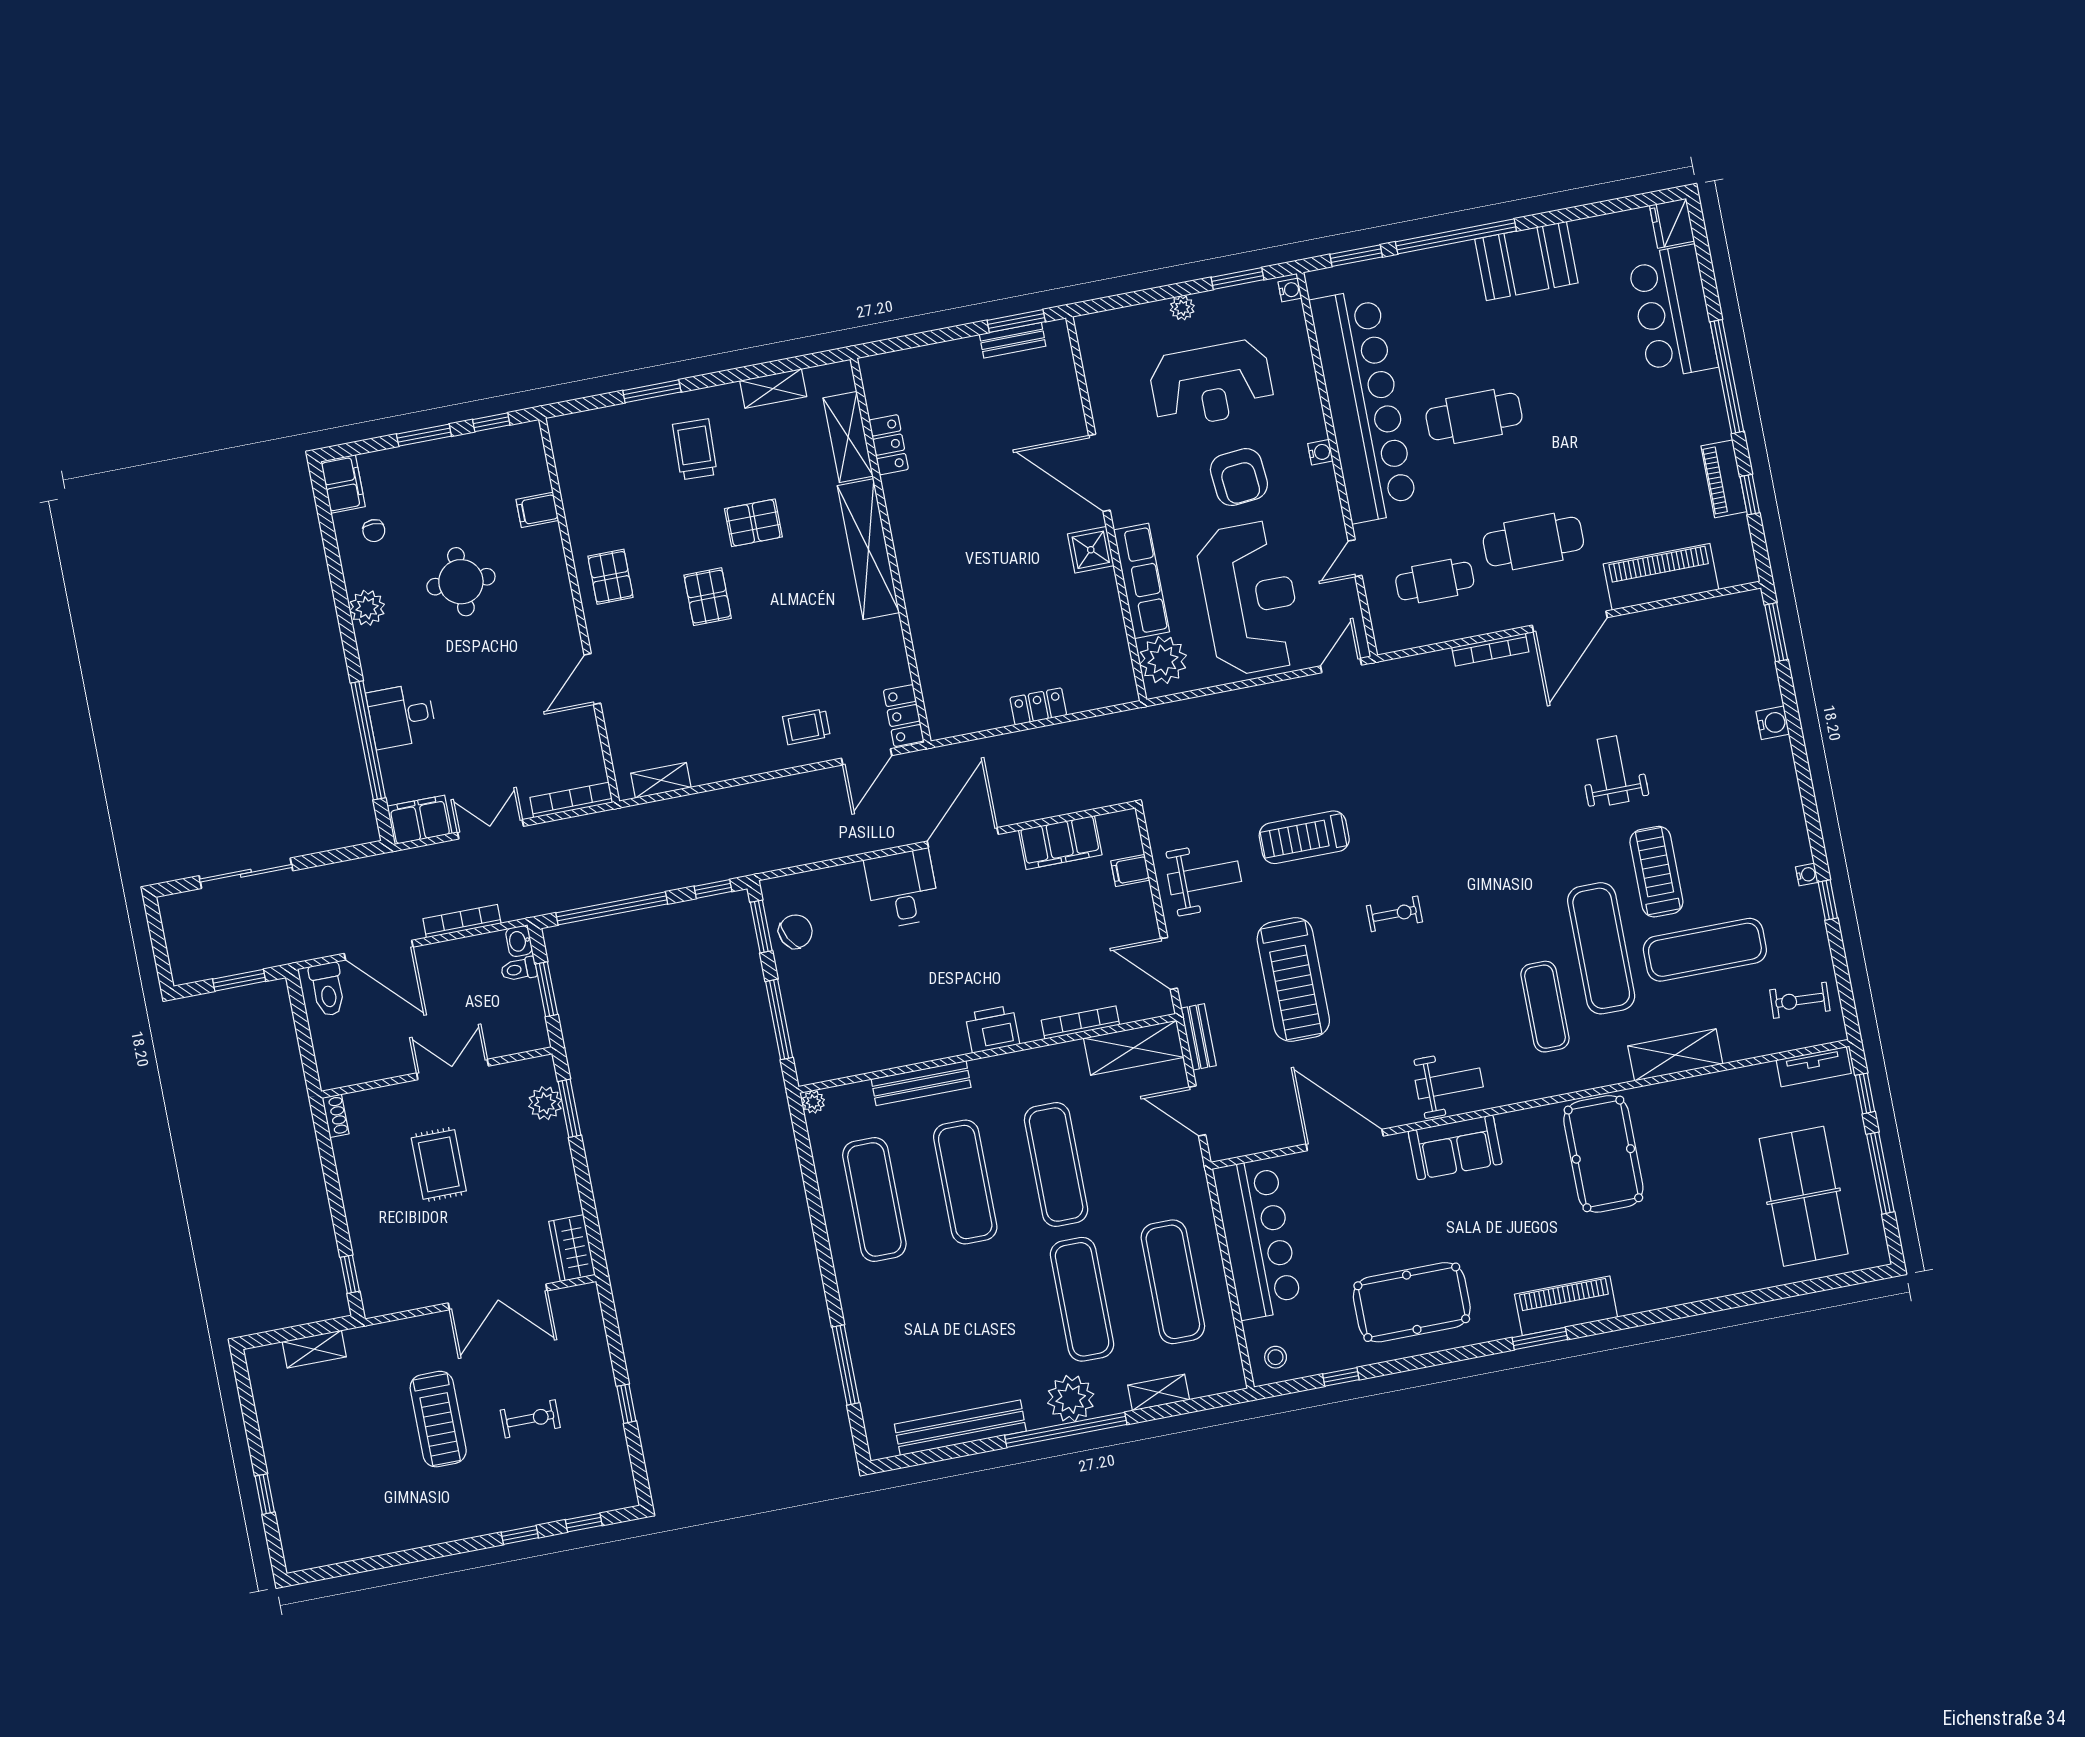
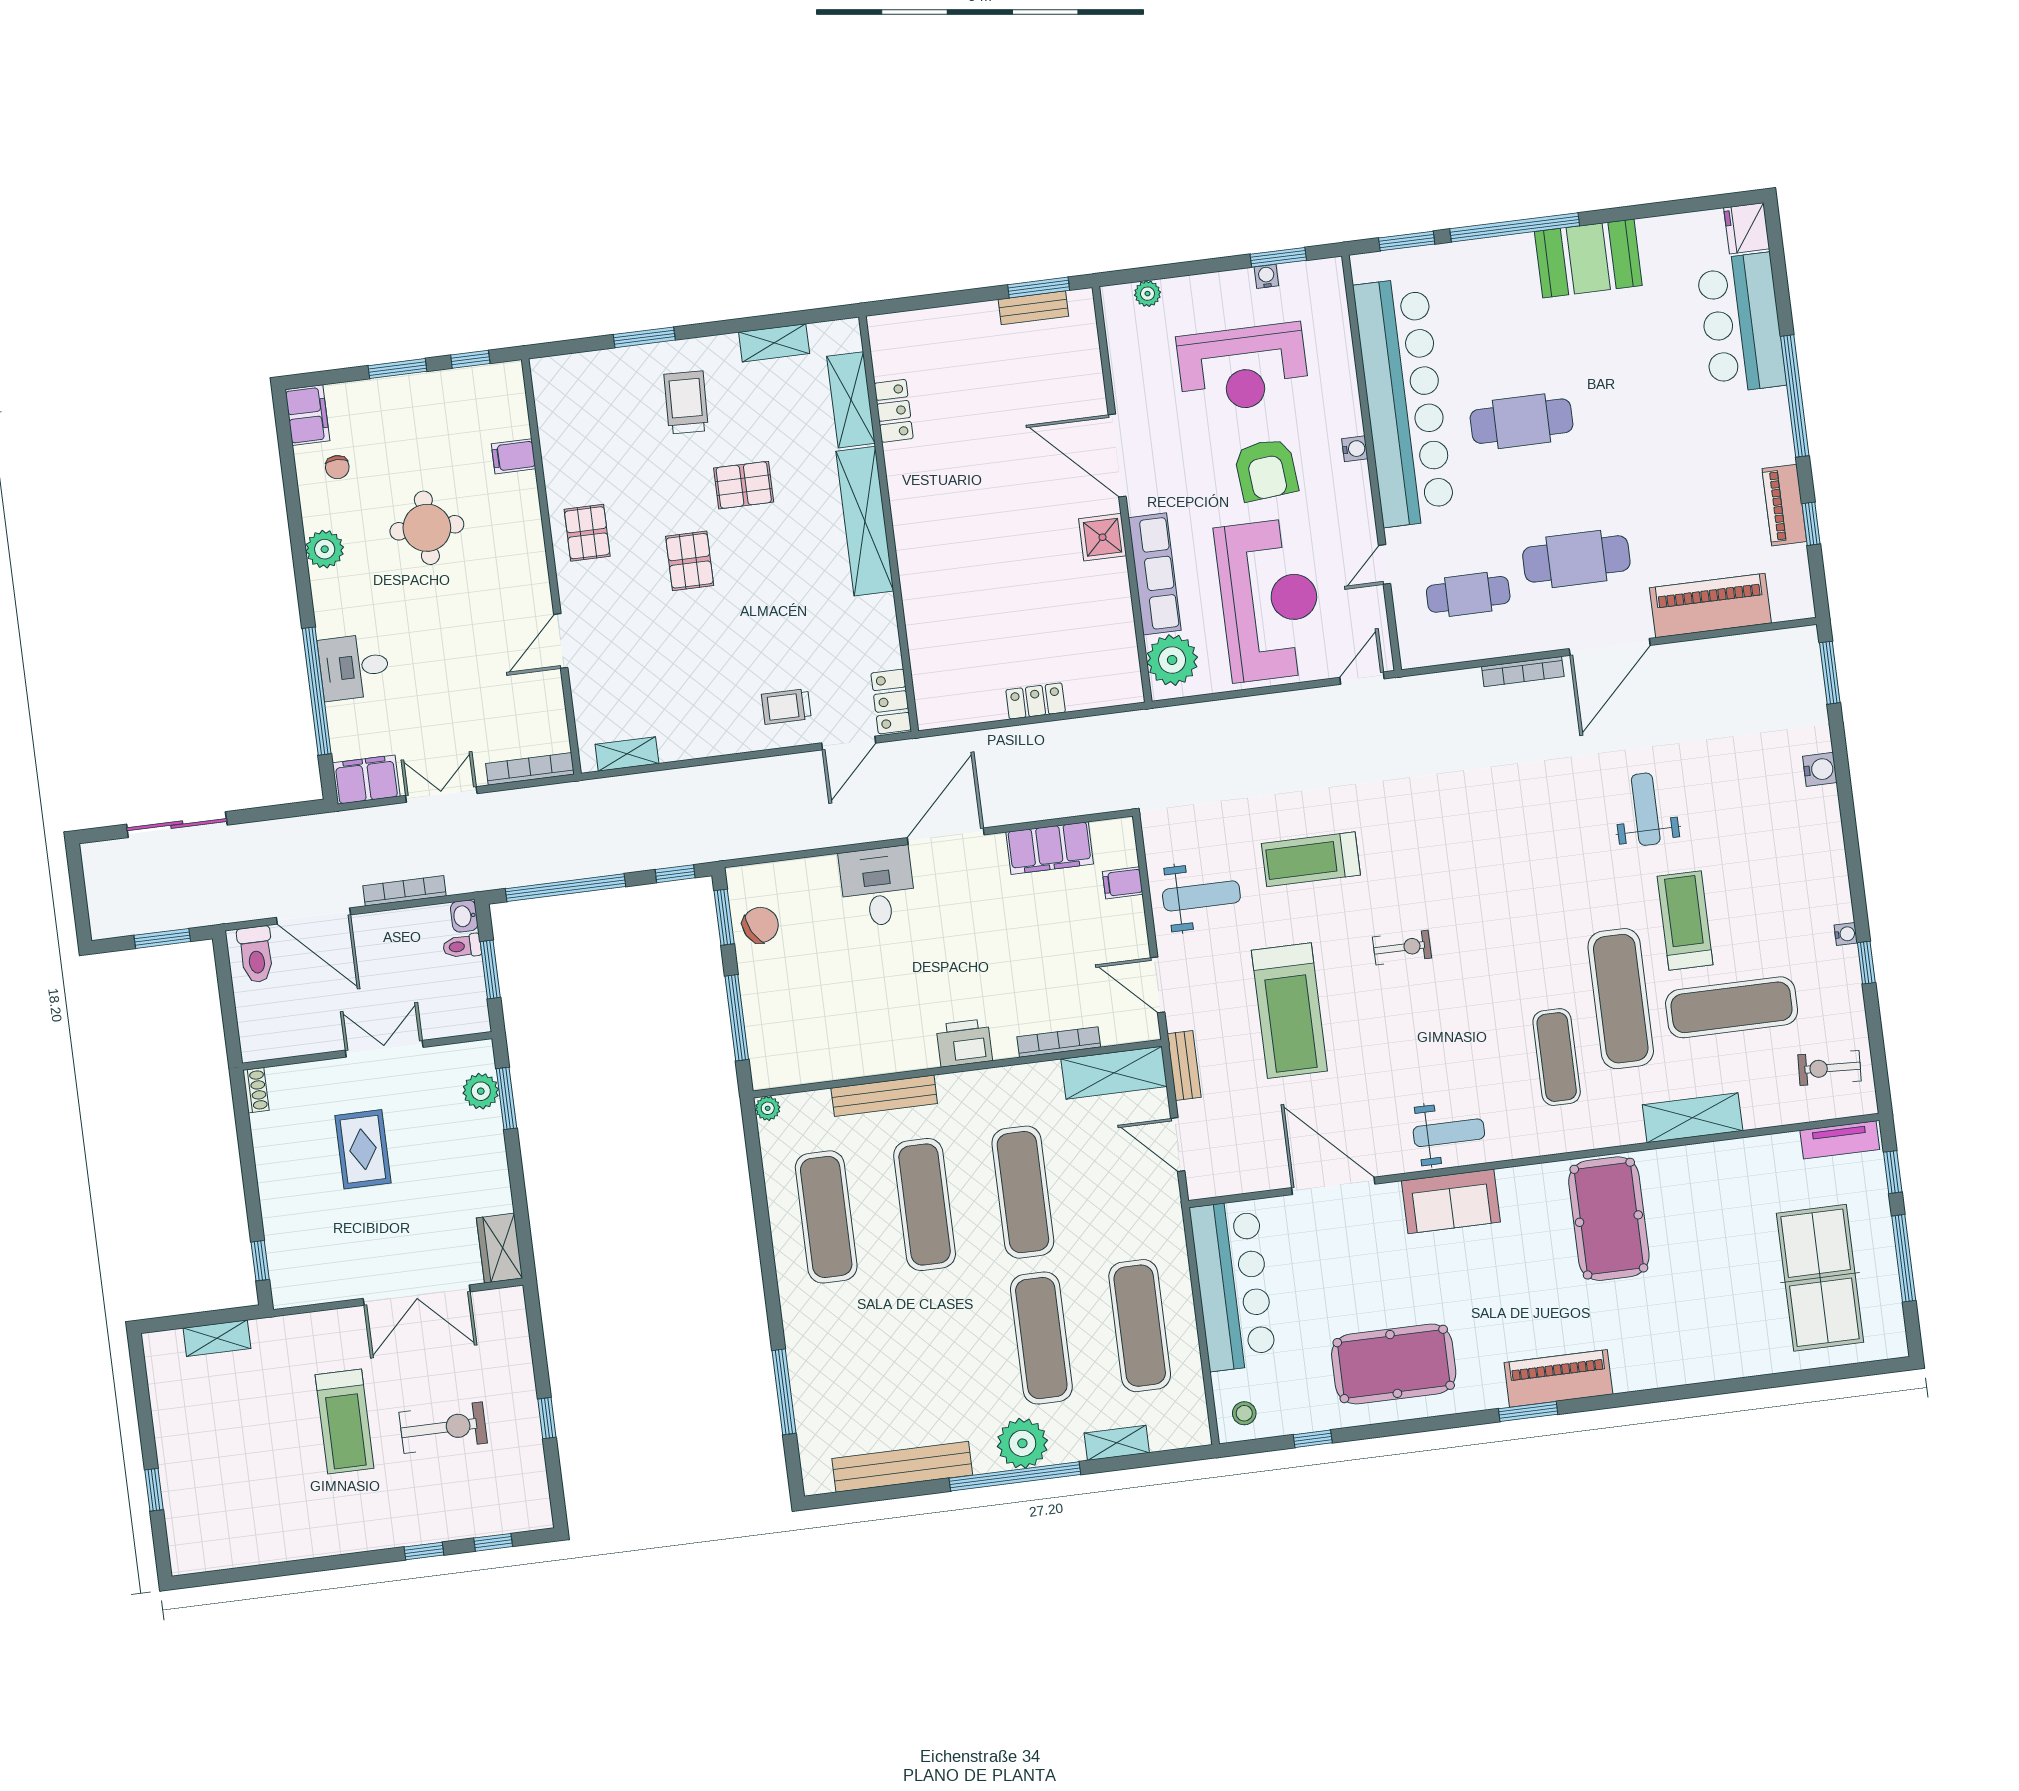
water cooler: (1290, 290) -> (1266, 276), moved, turned -90
plant: (1182, 308) -> (1148, 294), moved
exercise bike: (530, 1419) -> (443, 1428), width x1.38, depth x1.39

